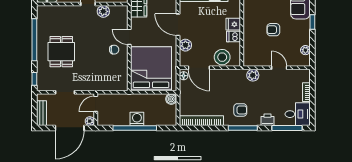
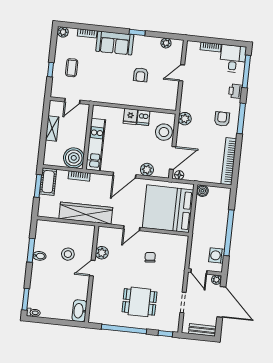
chair: (114, 50) -> (150, 257), moved
plant: (253, 75) -> (185, 119), moved
washing machine: (137, 119) -> (217, 255), moved

